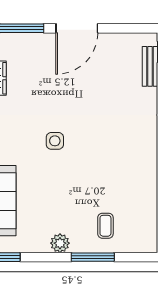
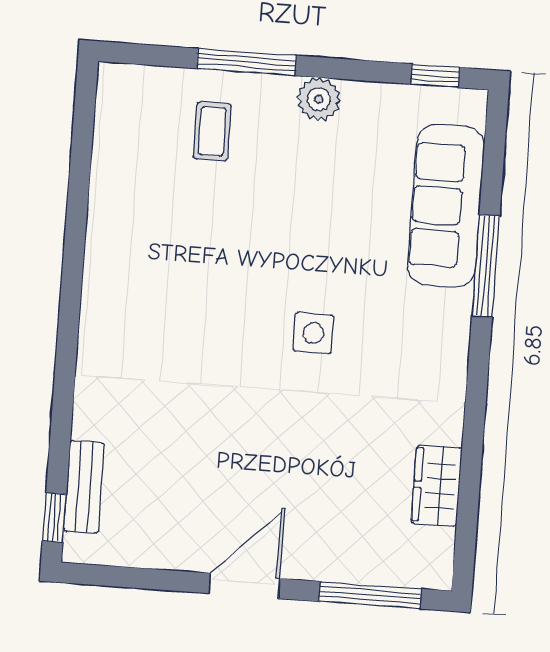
door: (77, 28) -> (244, 586), width x0.73

